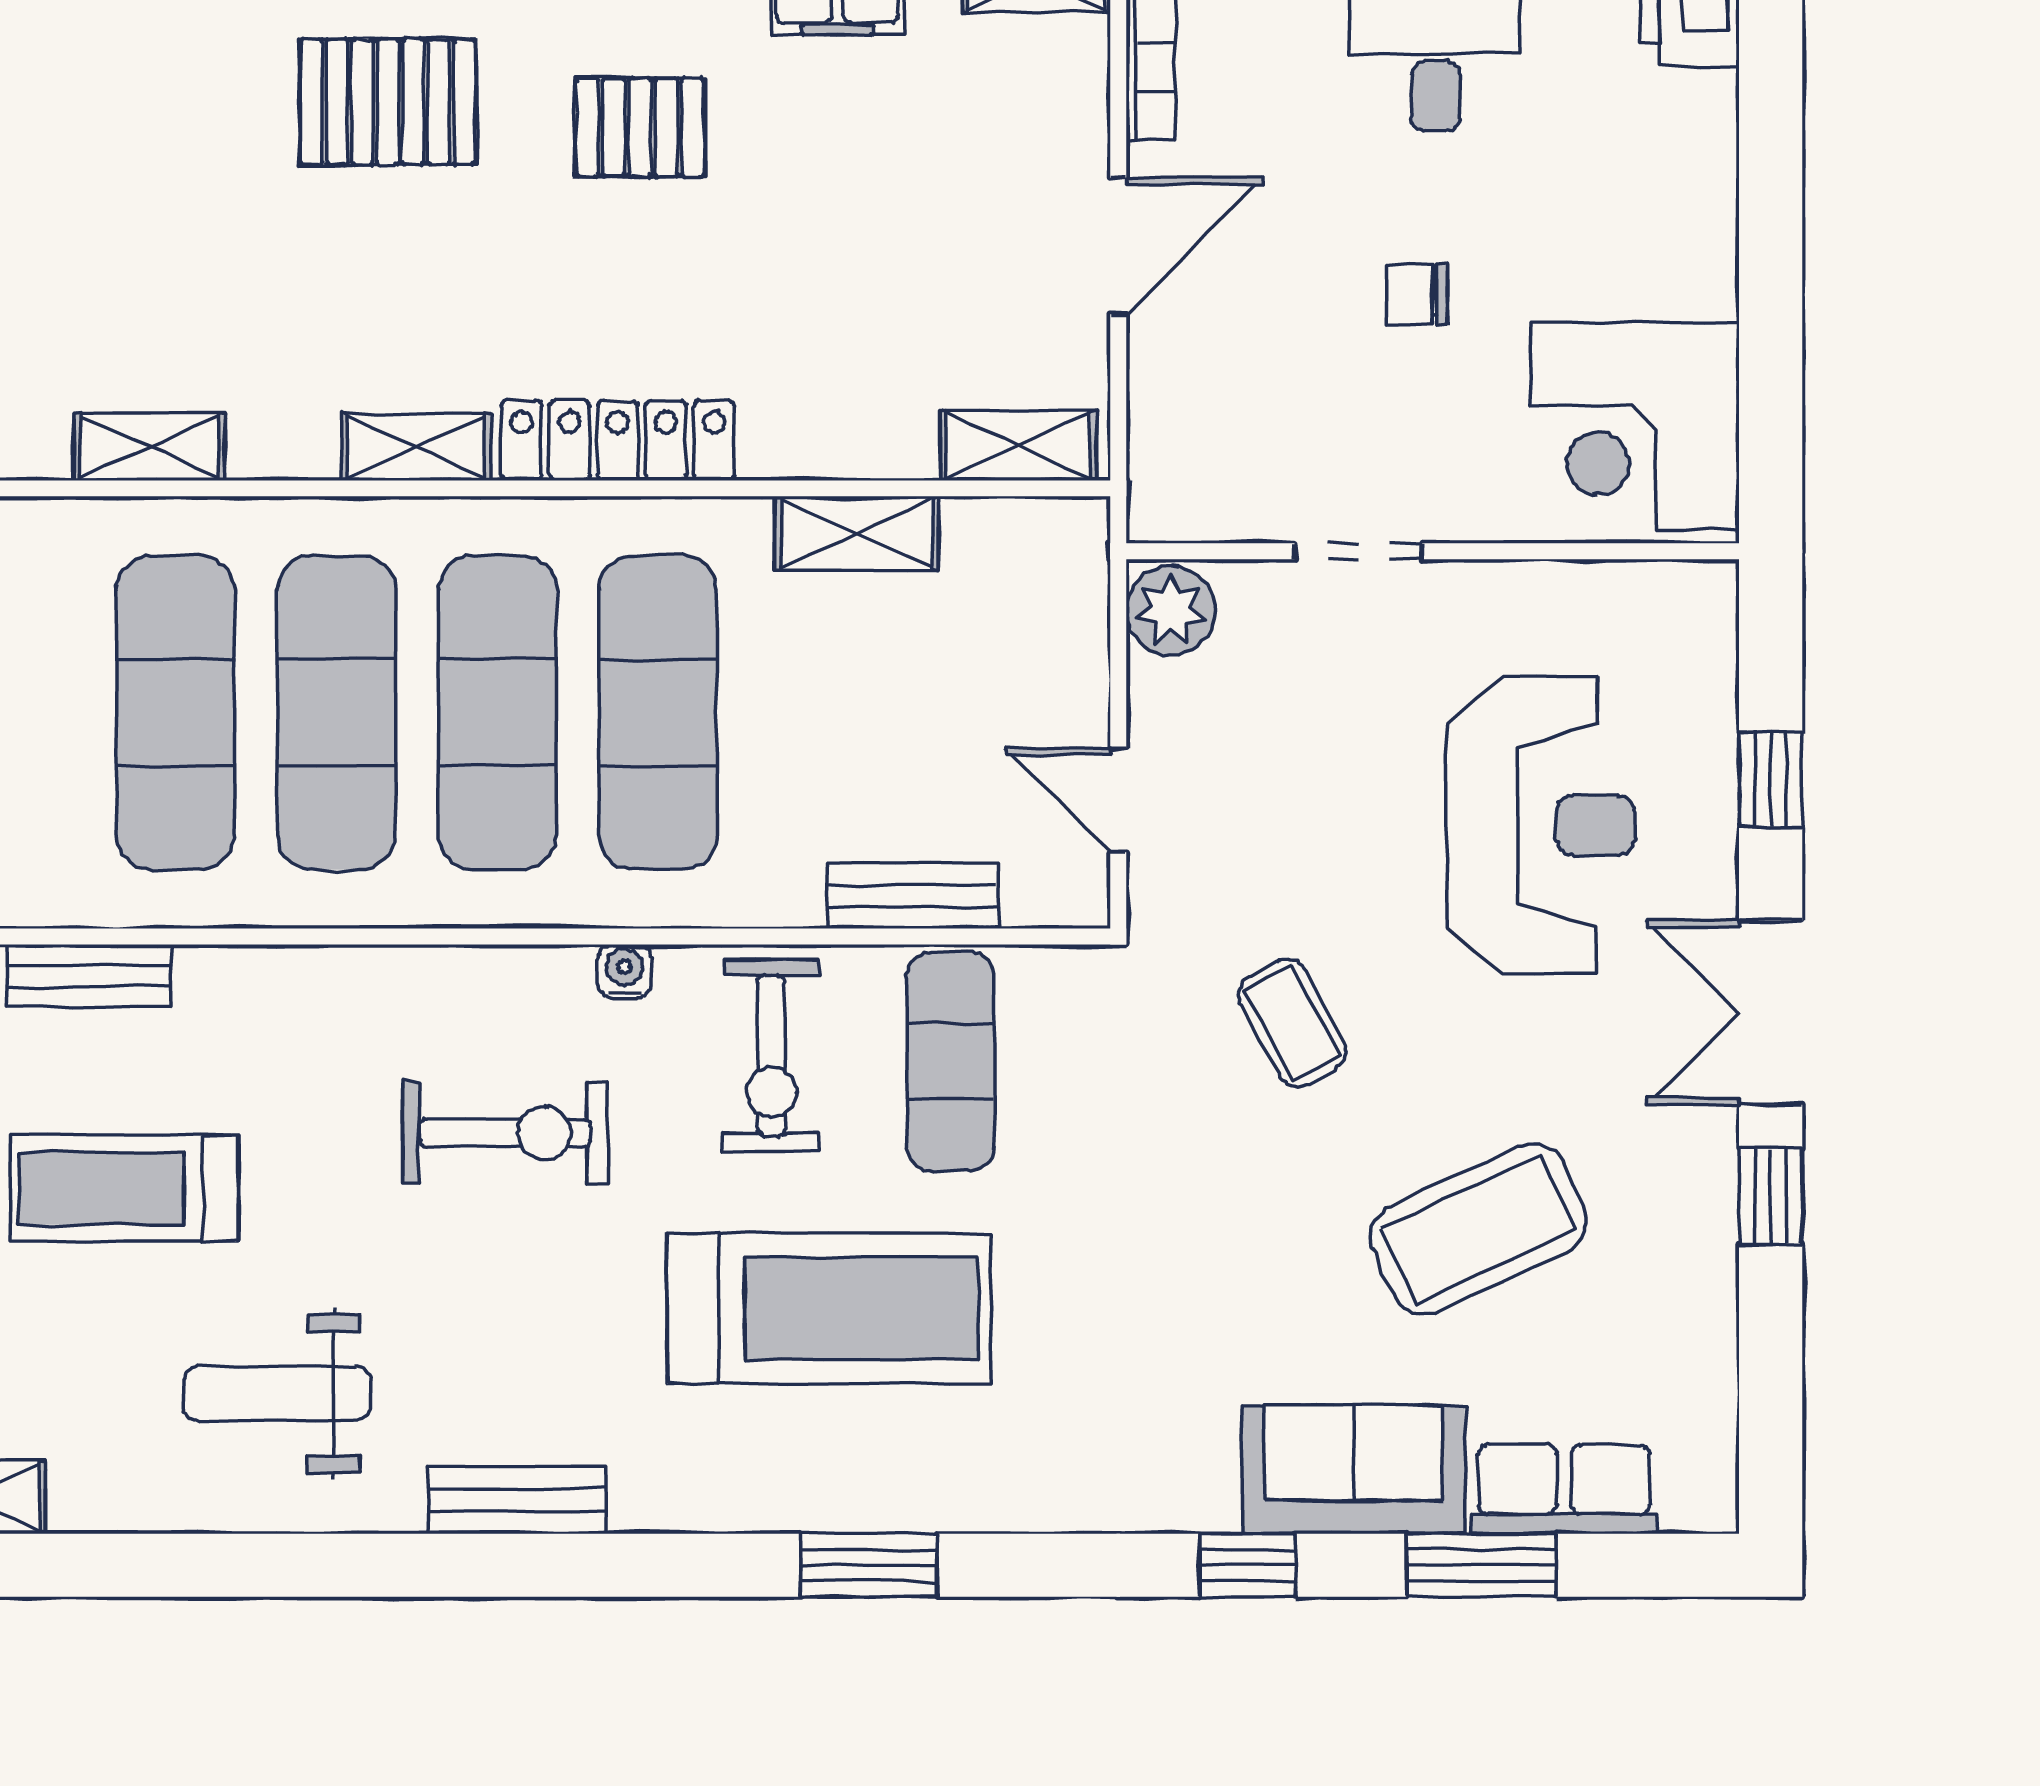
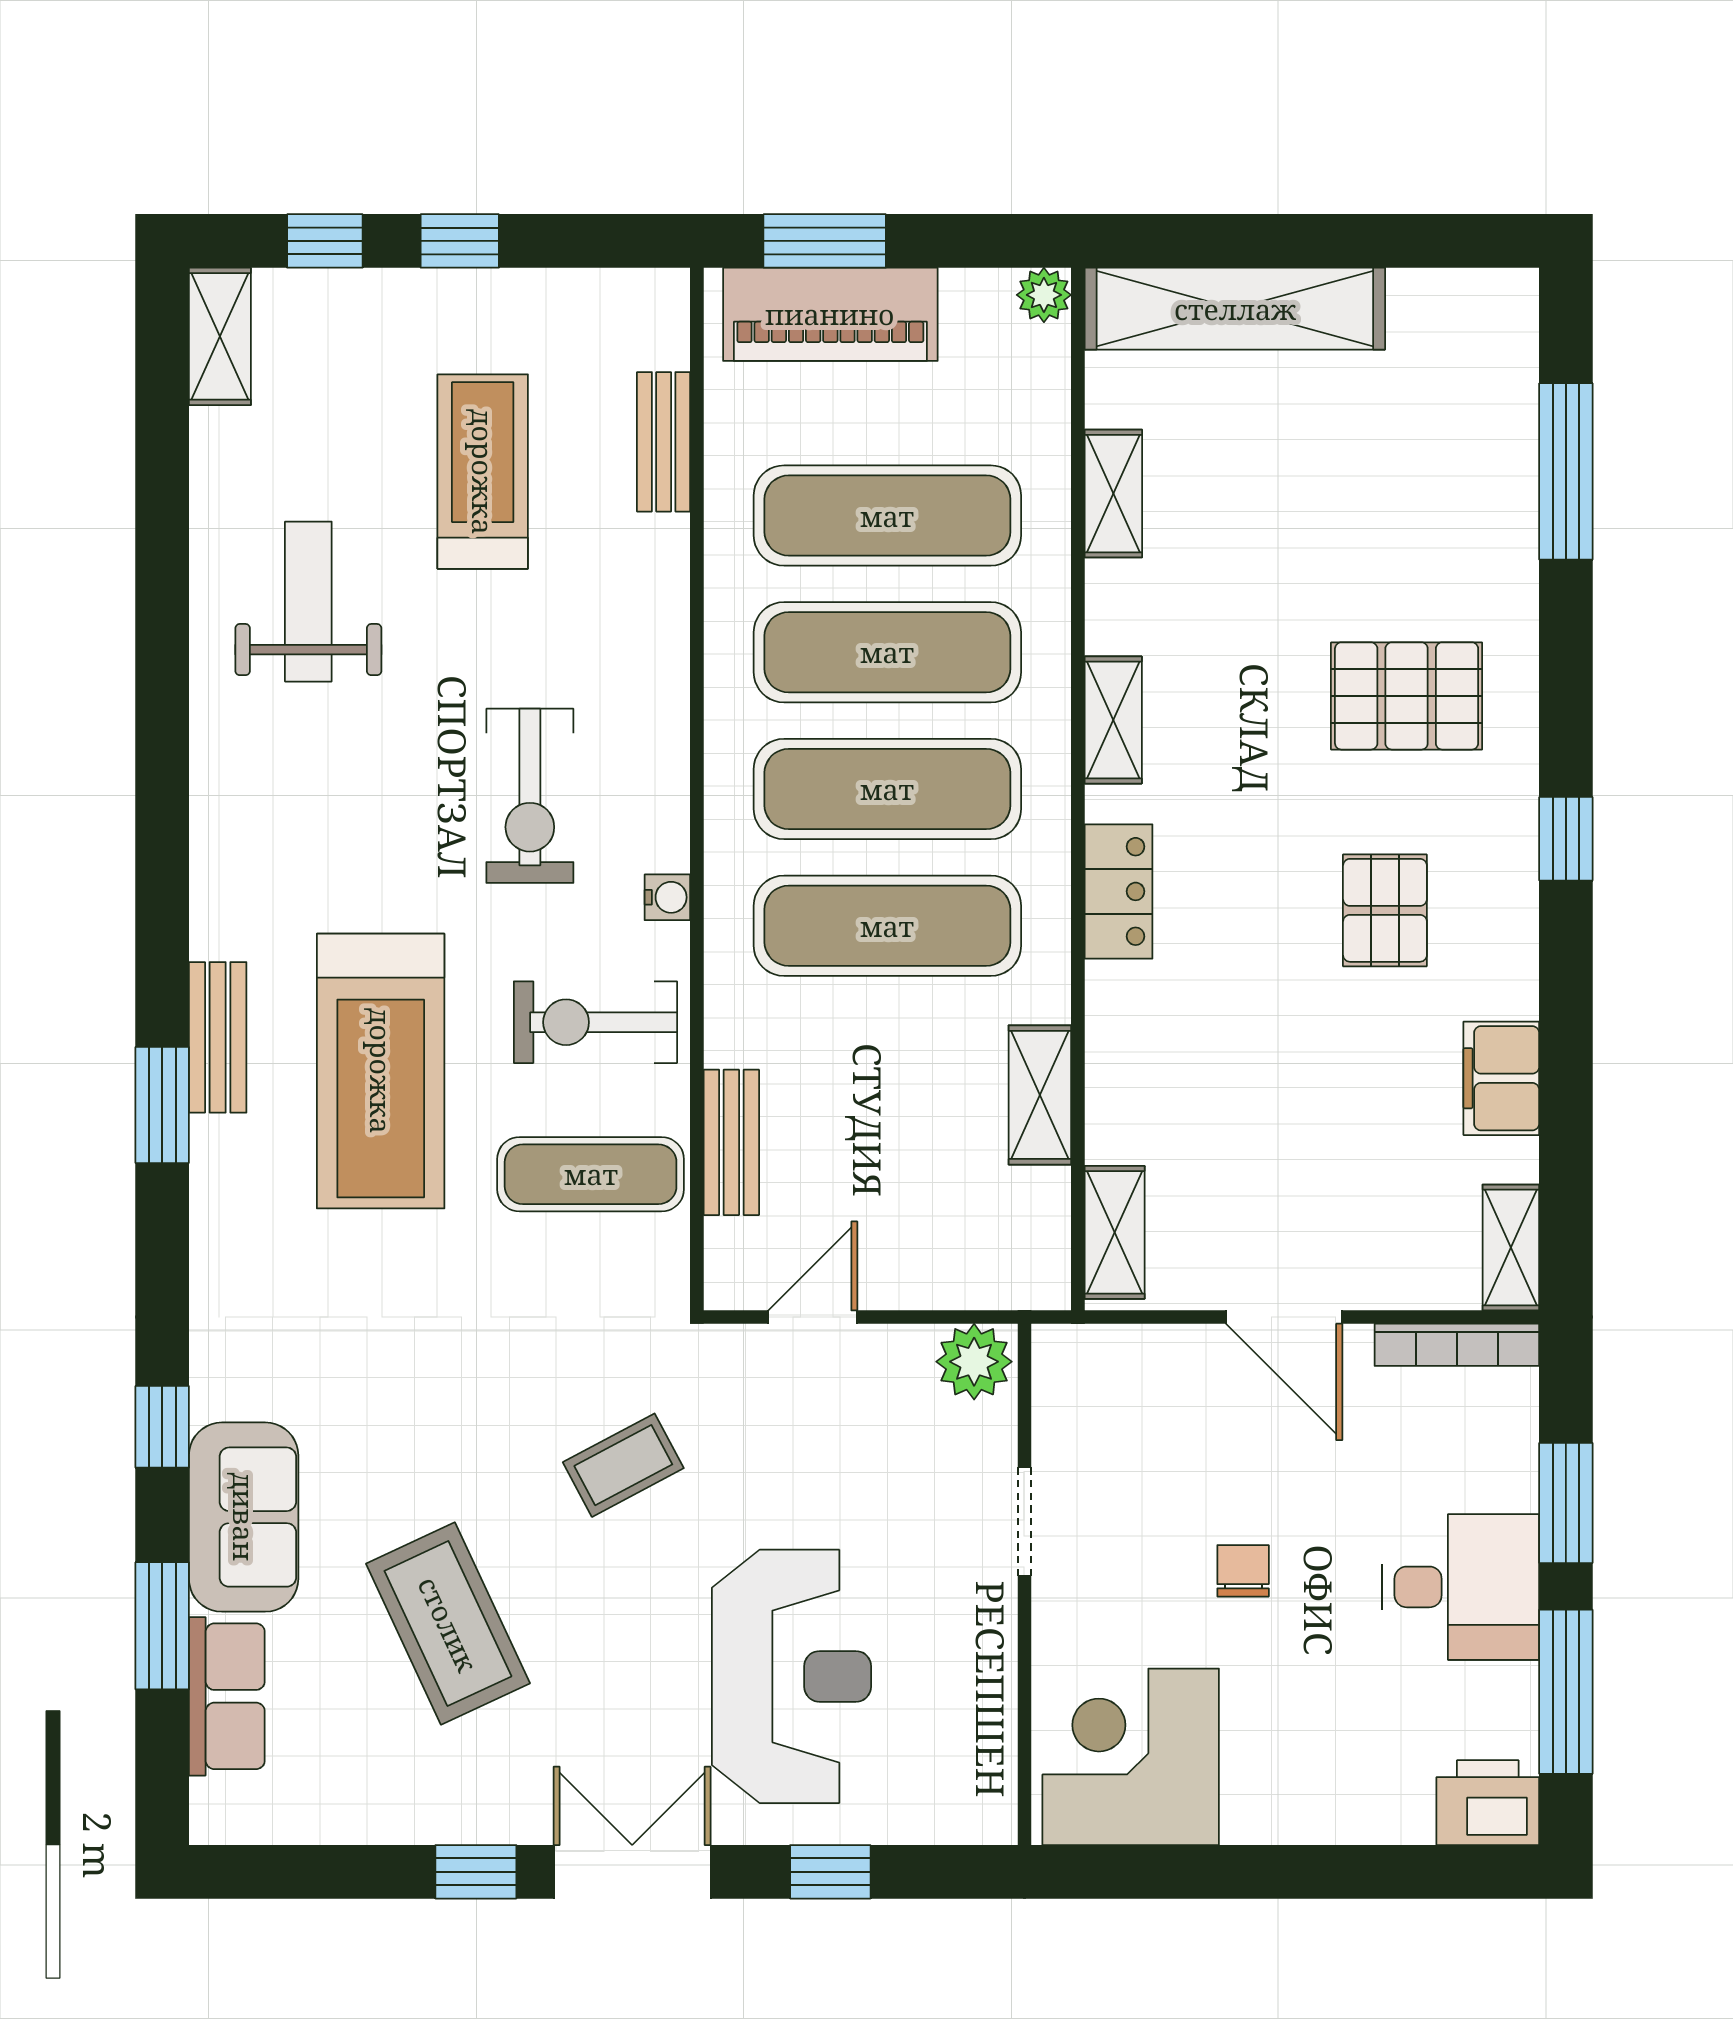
pallet: (388, 102) -> (1407, 696), turned 90
locker: (618, 441) -> (1119, 891), width x0.66
reception desk: (1541, 825) -> (791, 1676), turned -90
bench: (517, 1500) -> (218, 1037), moved

